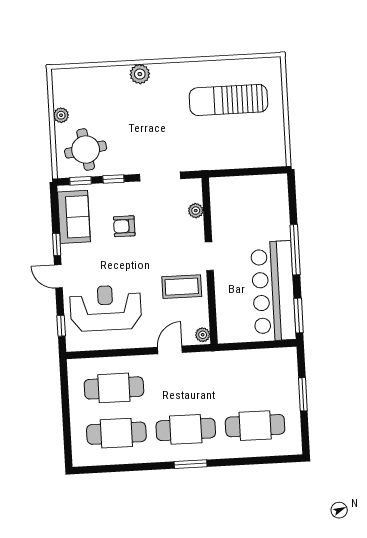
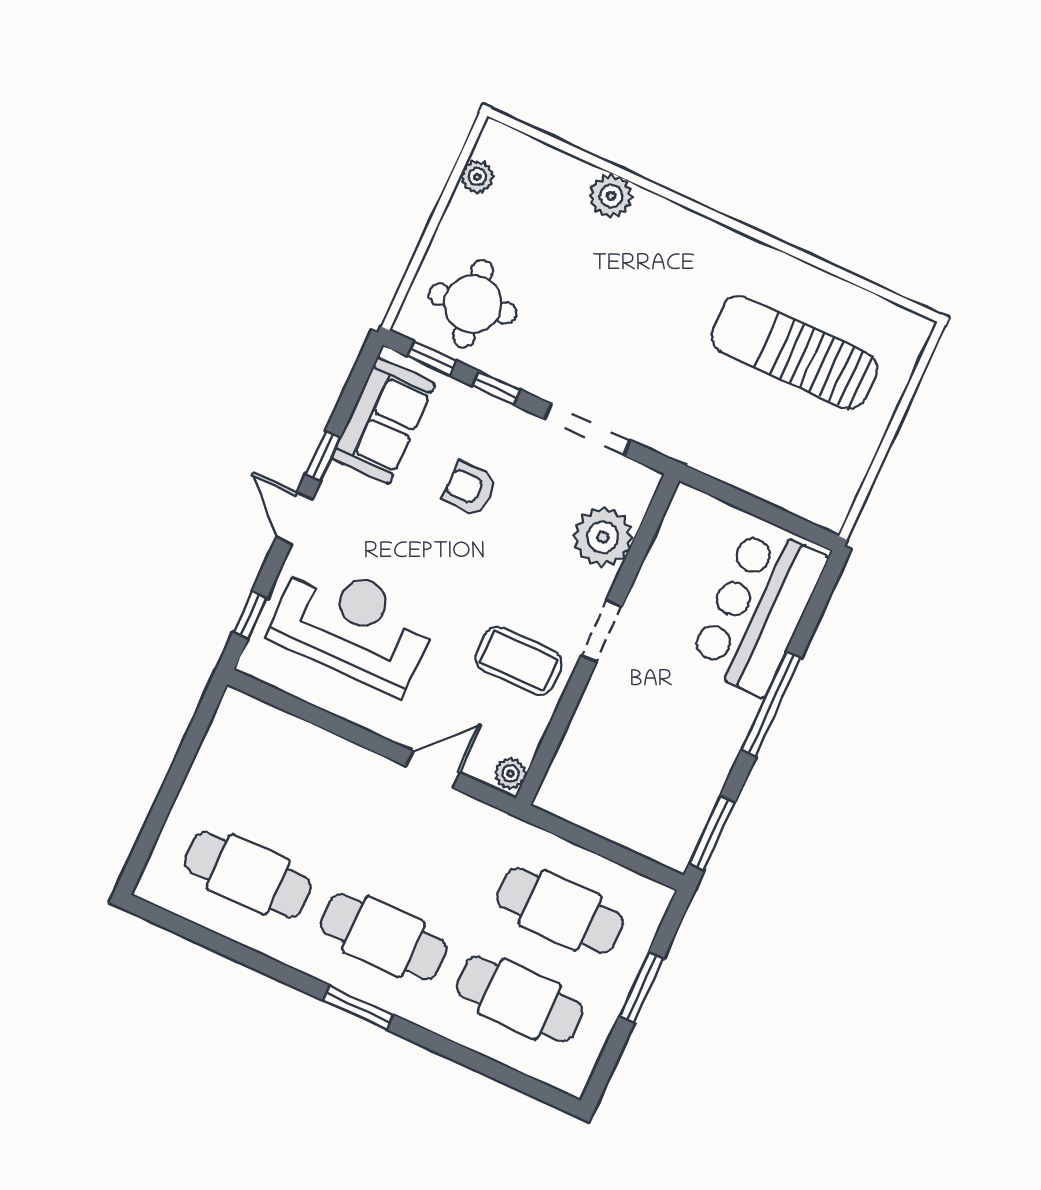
plant: (140, 74) -> (611, 196), moved
plant: (61, 115) -> (477, 177), moved
plant: (196, 211) -> (603, 537), width x1.87, depth x1.87
bar counter: (273, 291) -> (758, 610), moved, width x0.73
cafe table: (114, 388) -> (560, 910), moved

